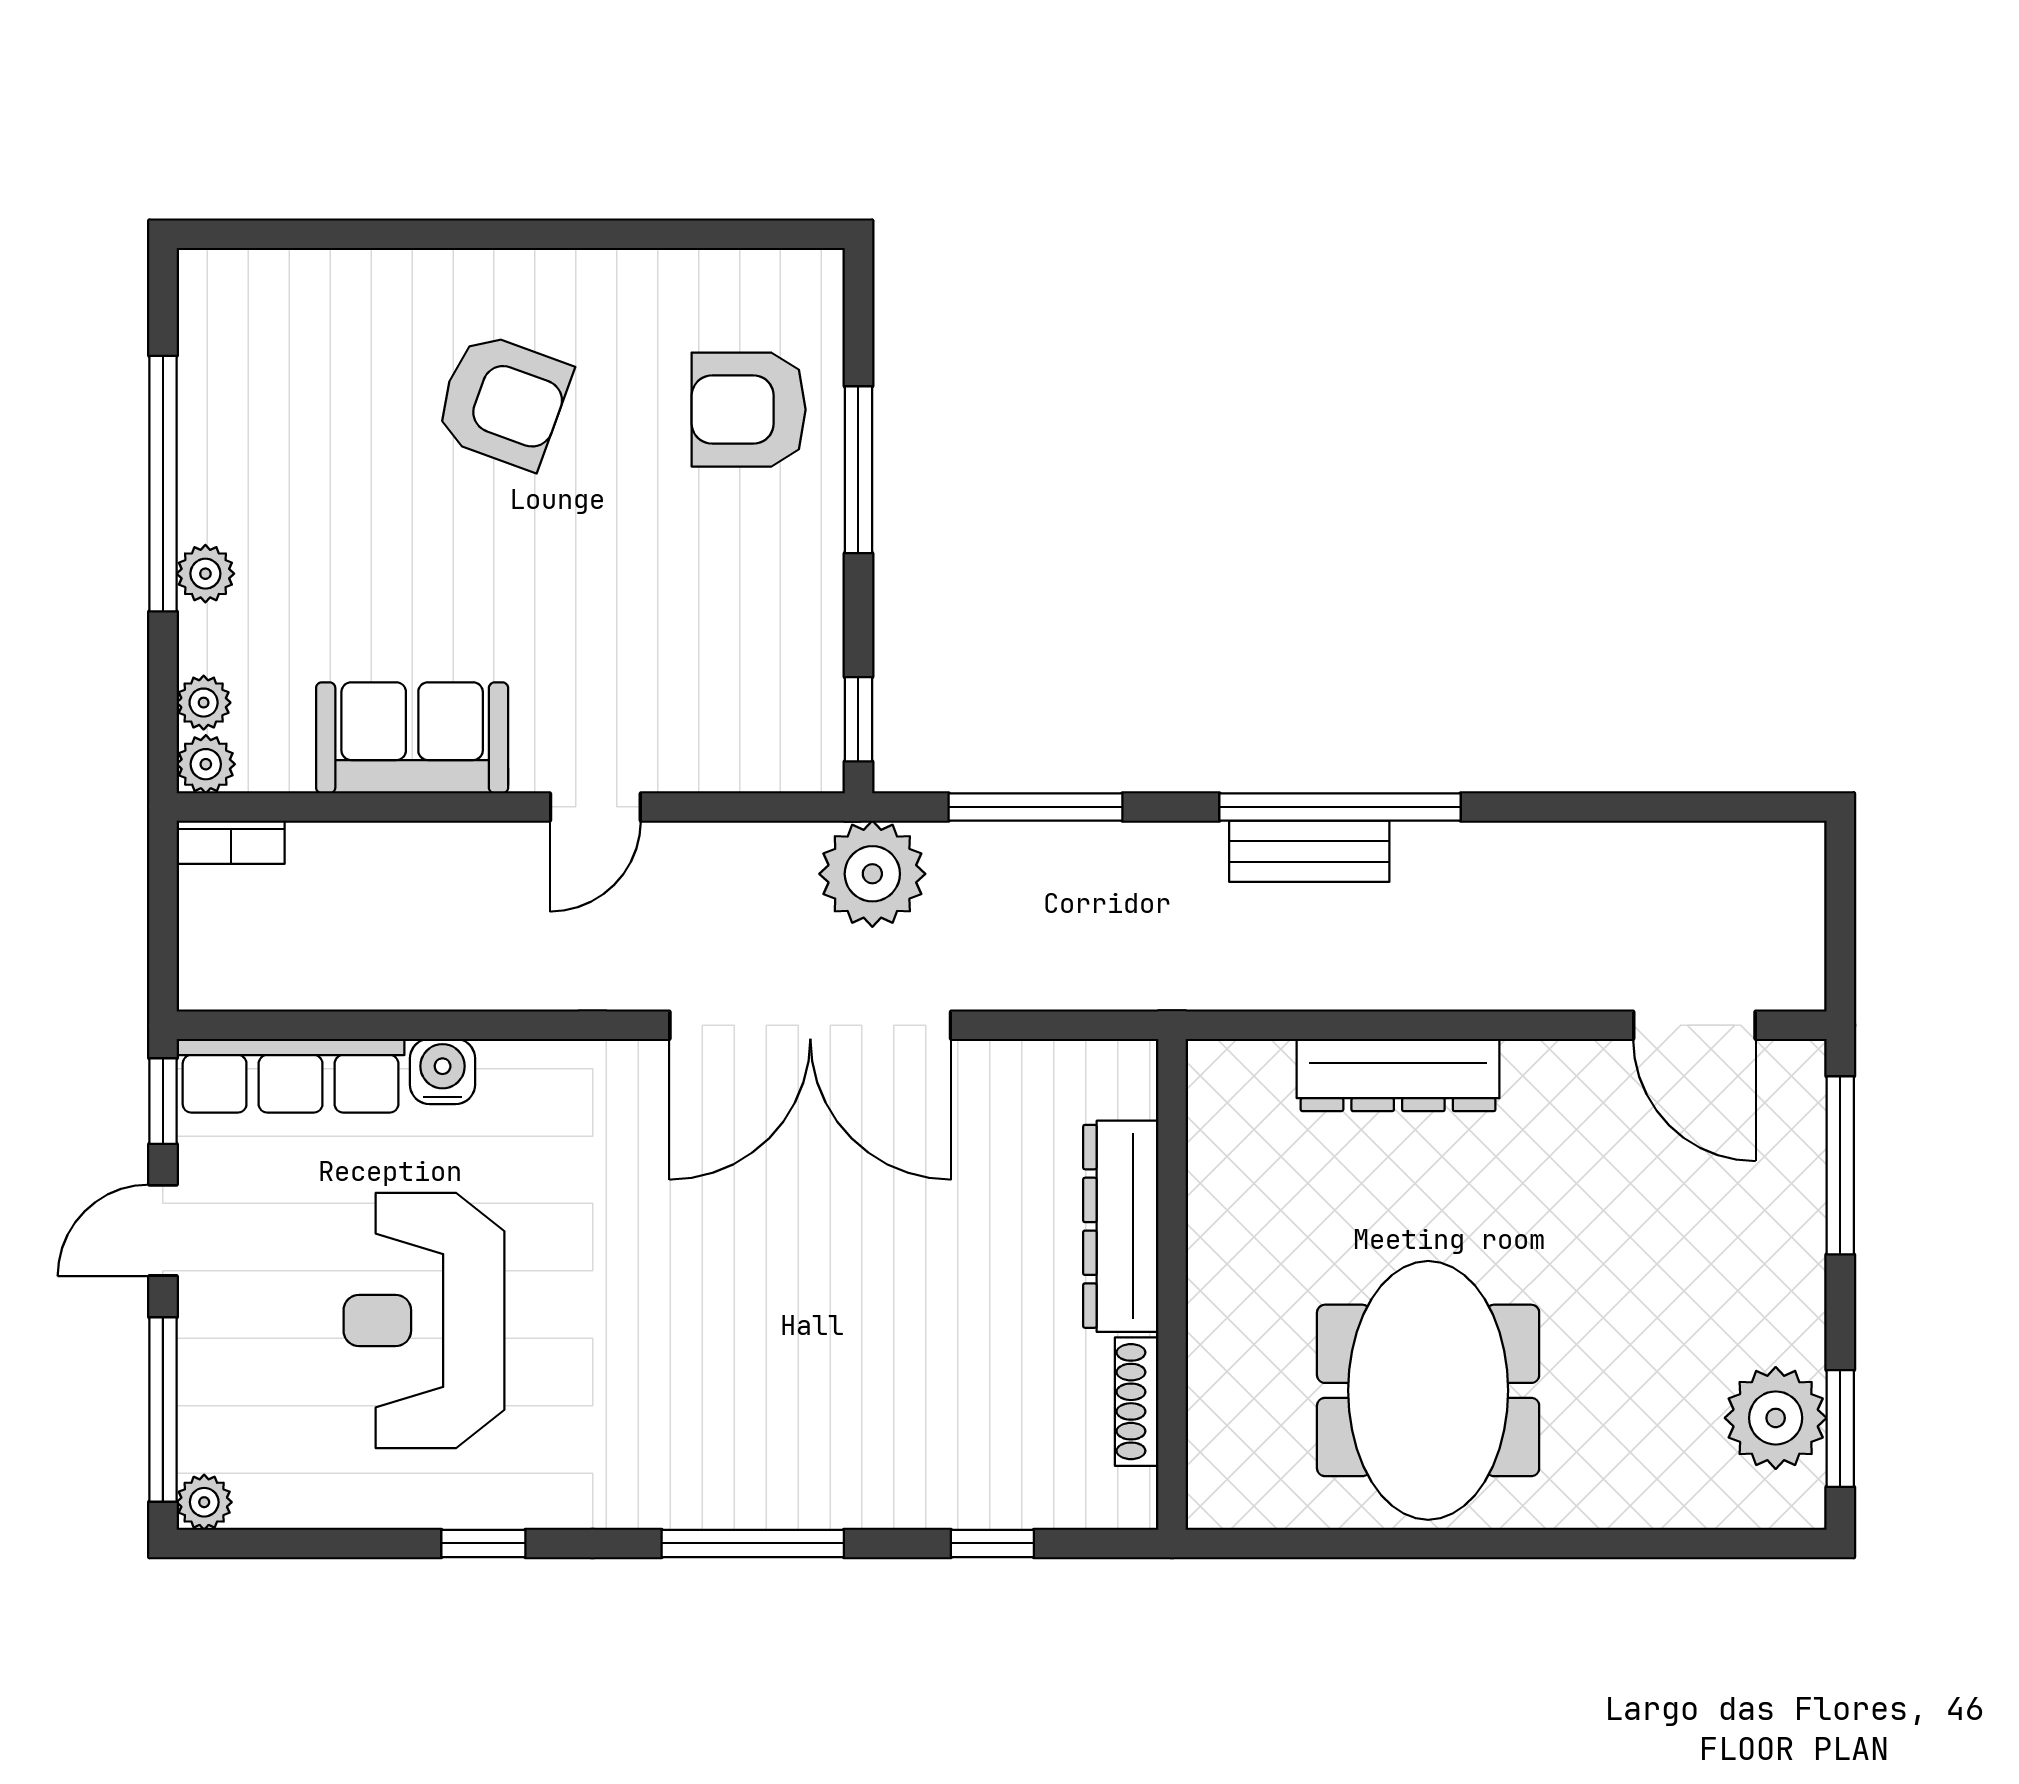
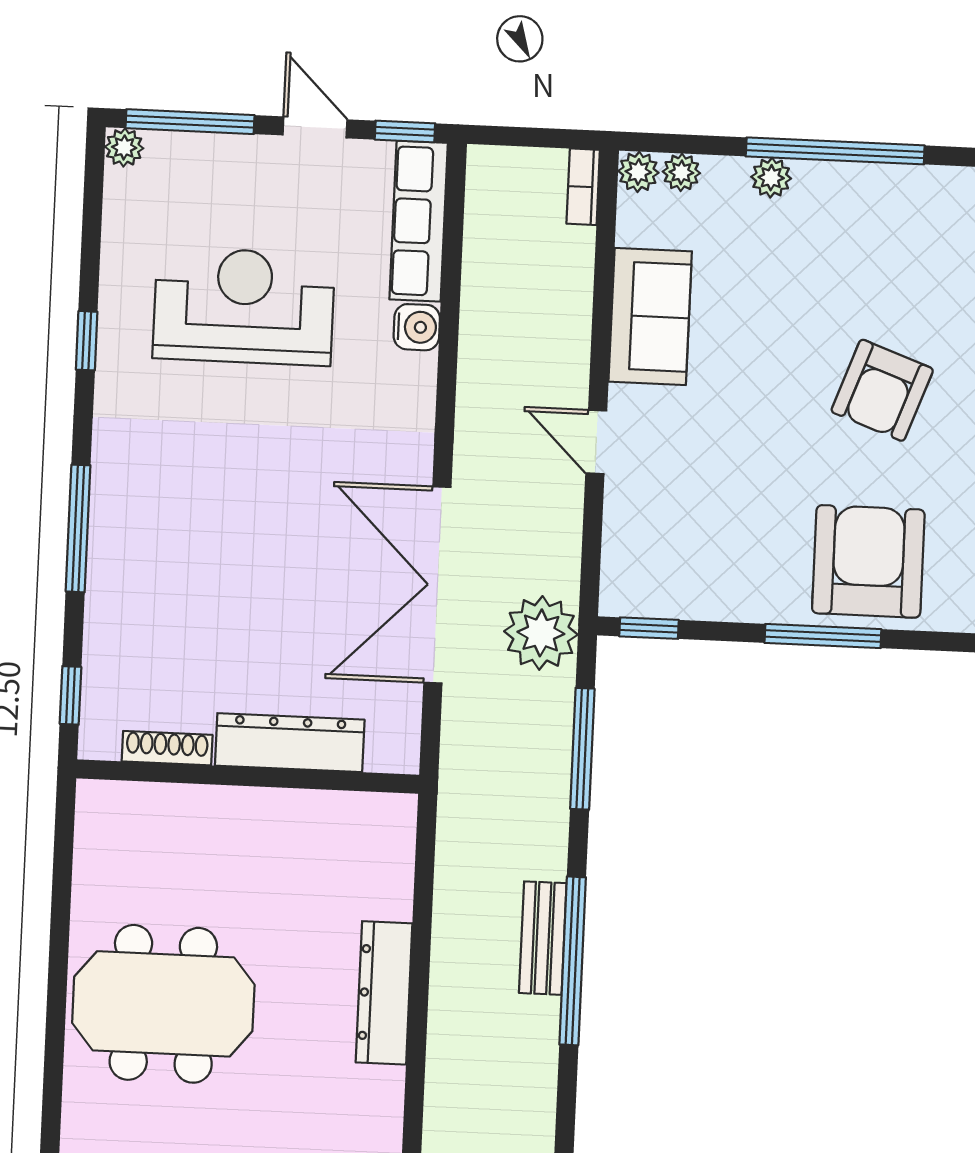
armchair: (749, 410) -> (868, 561), width x1.36, depth x1.36
dresser: (1121, 1226) -> (290, 743), moved
wall: (1172, 1284) -> (248, 777), moved
shoe rack: (1137, 1402) -> (167, 748), moved

